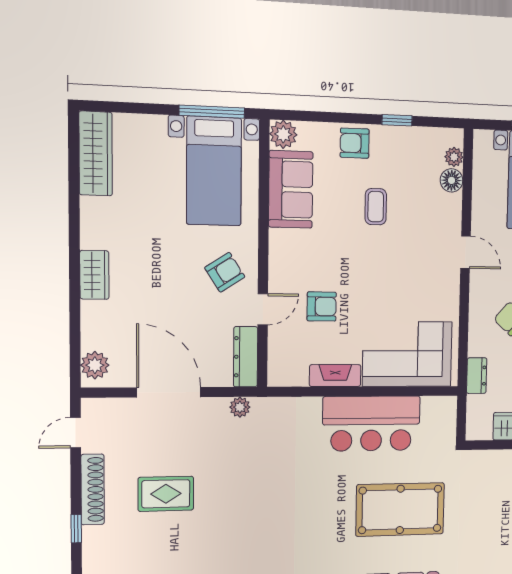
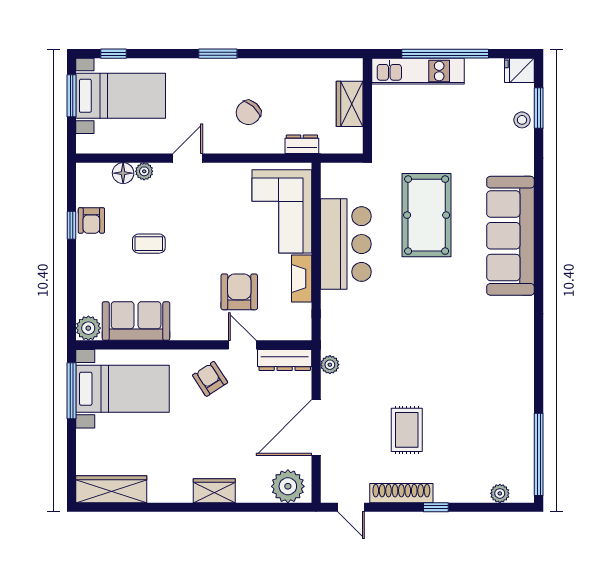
armchair: (355, 143) -> (91, 220), moved
plant: (454, 157) -> (144, 171), moved
armchair: (322, 306) -> (239, 292), width x1.38, depth x1.38
plant: (95, 365) -> (288, 486), width x1.36, depth x1.36

